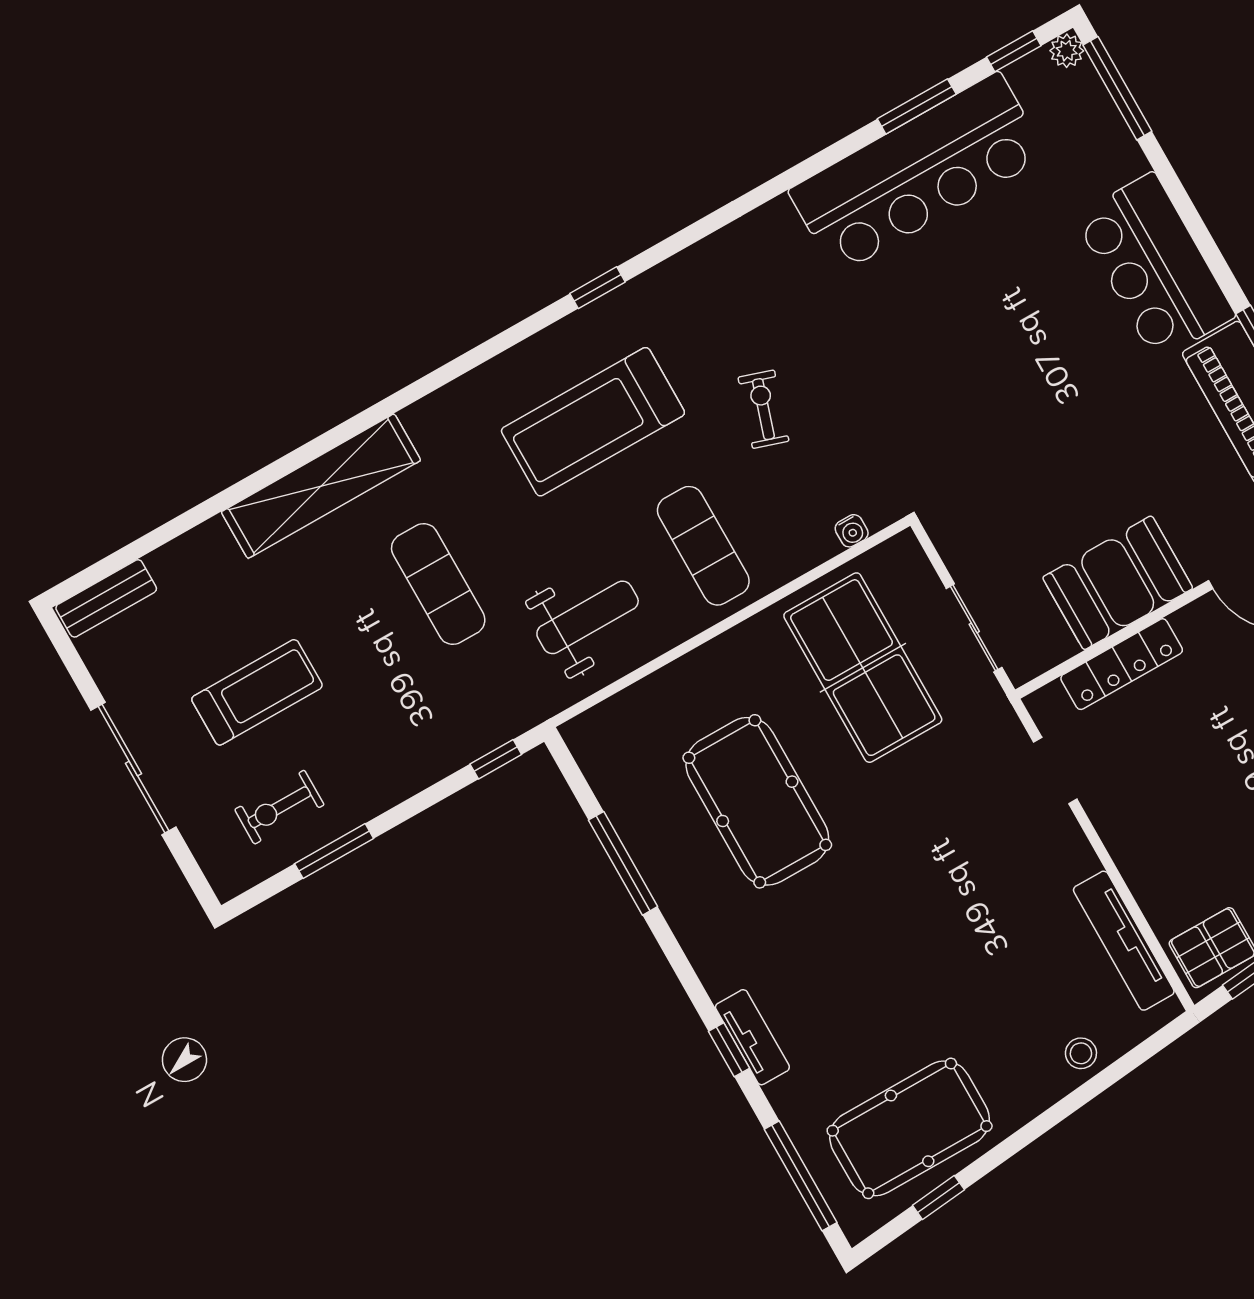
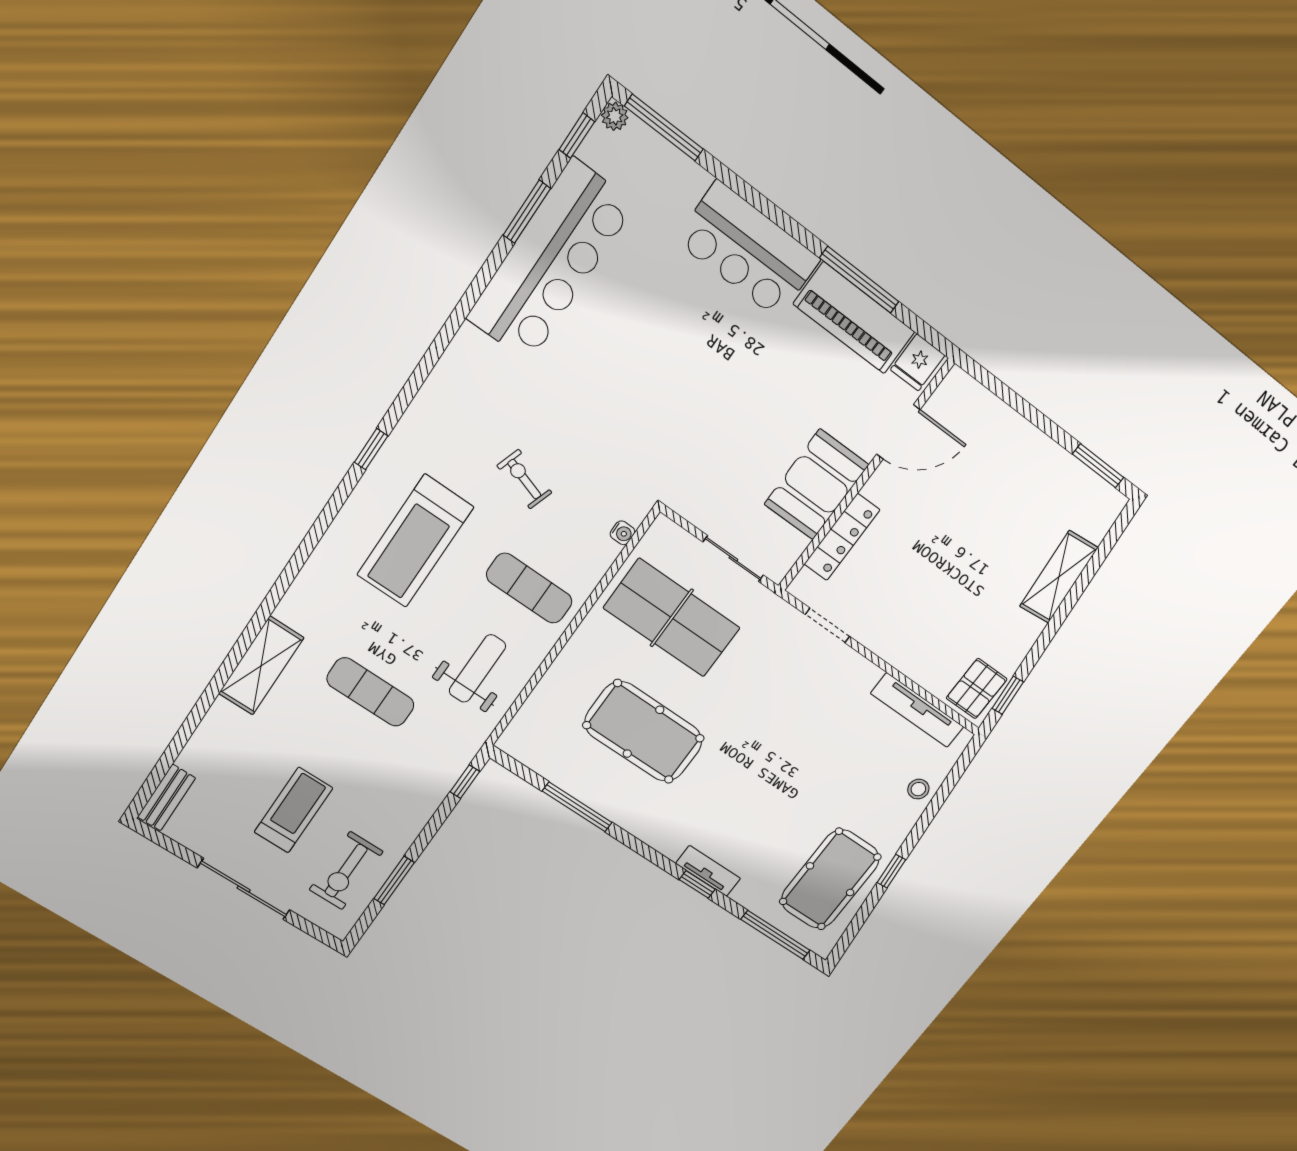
shelving: (321, 486) -> (261, 666), width x0.68
exercise bike: (279, 807) -> (346, 871), width x1.38, depth x1.39
window: (938, 1198) -> (891, 871), moved

